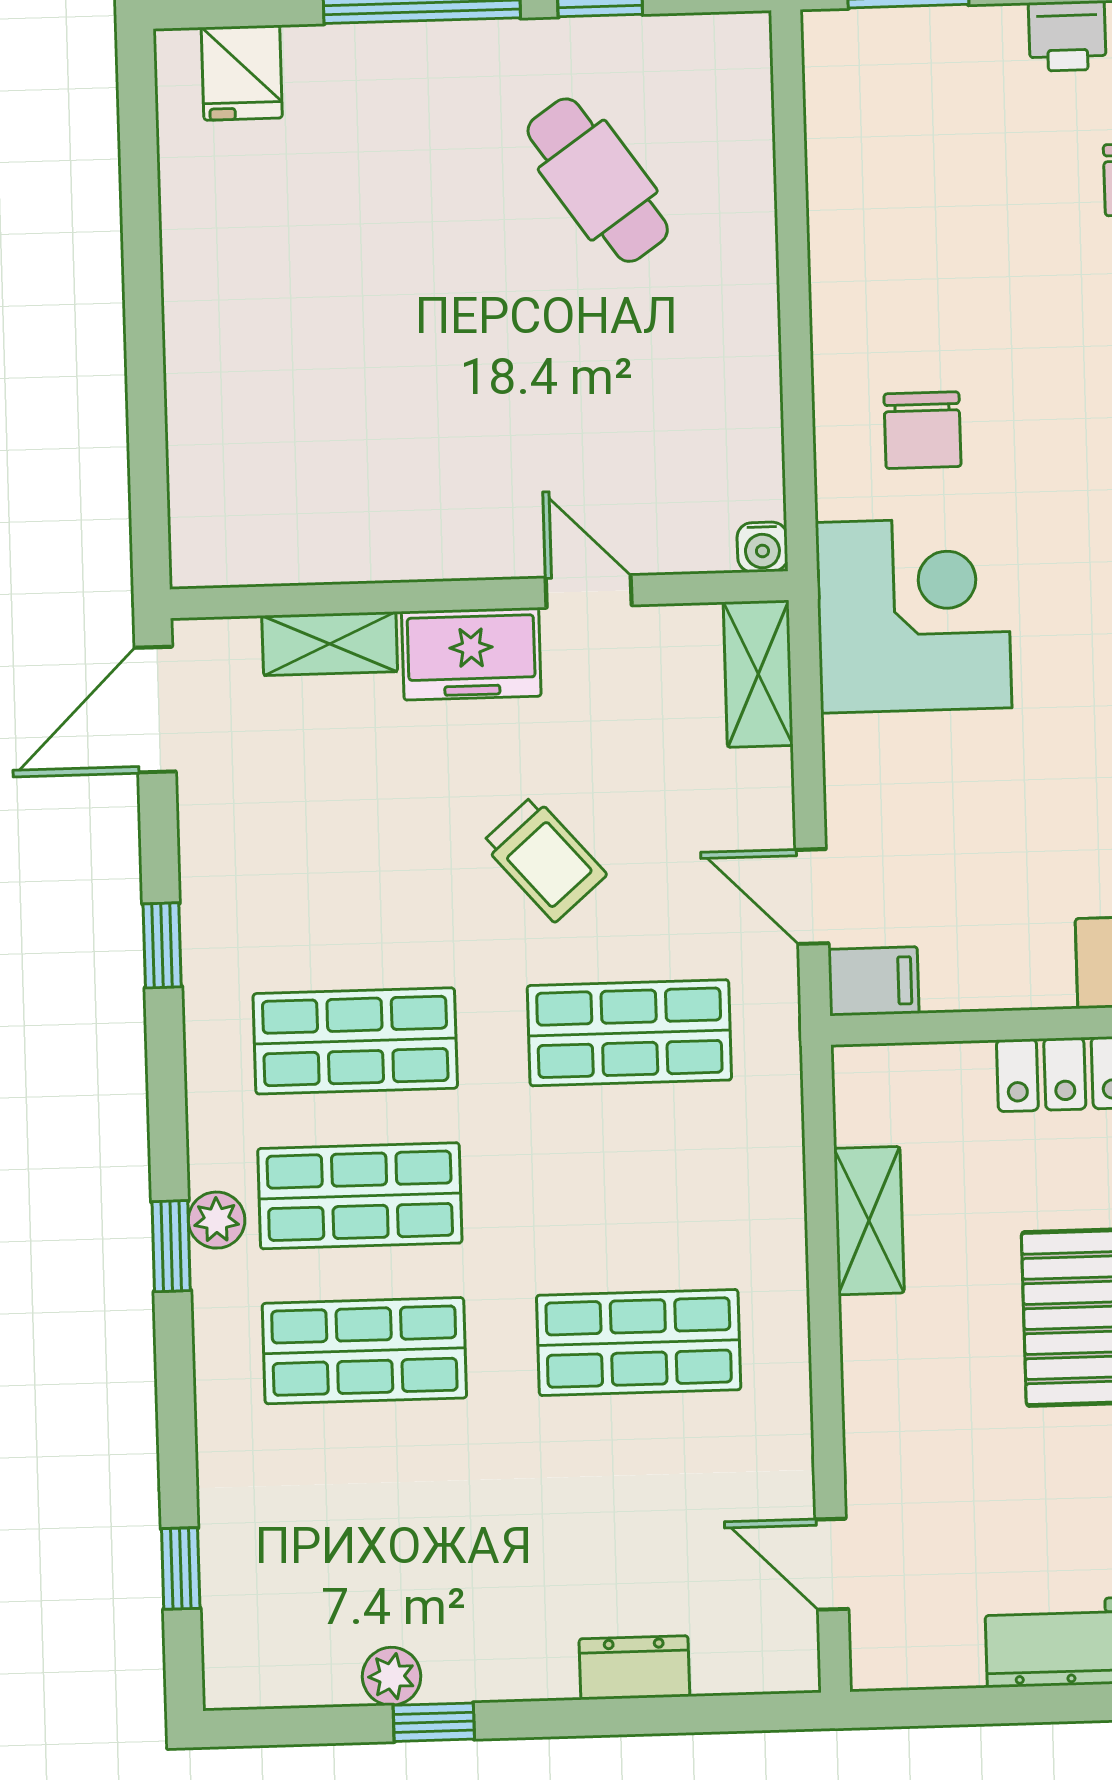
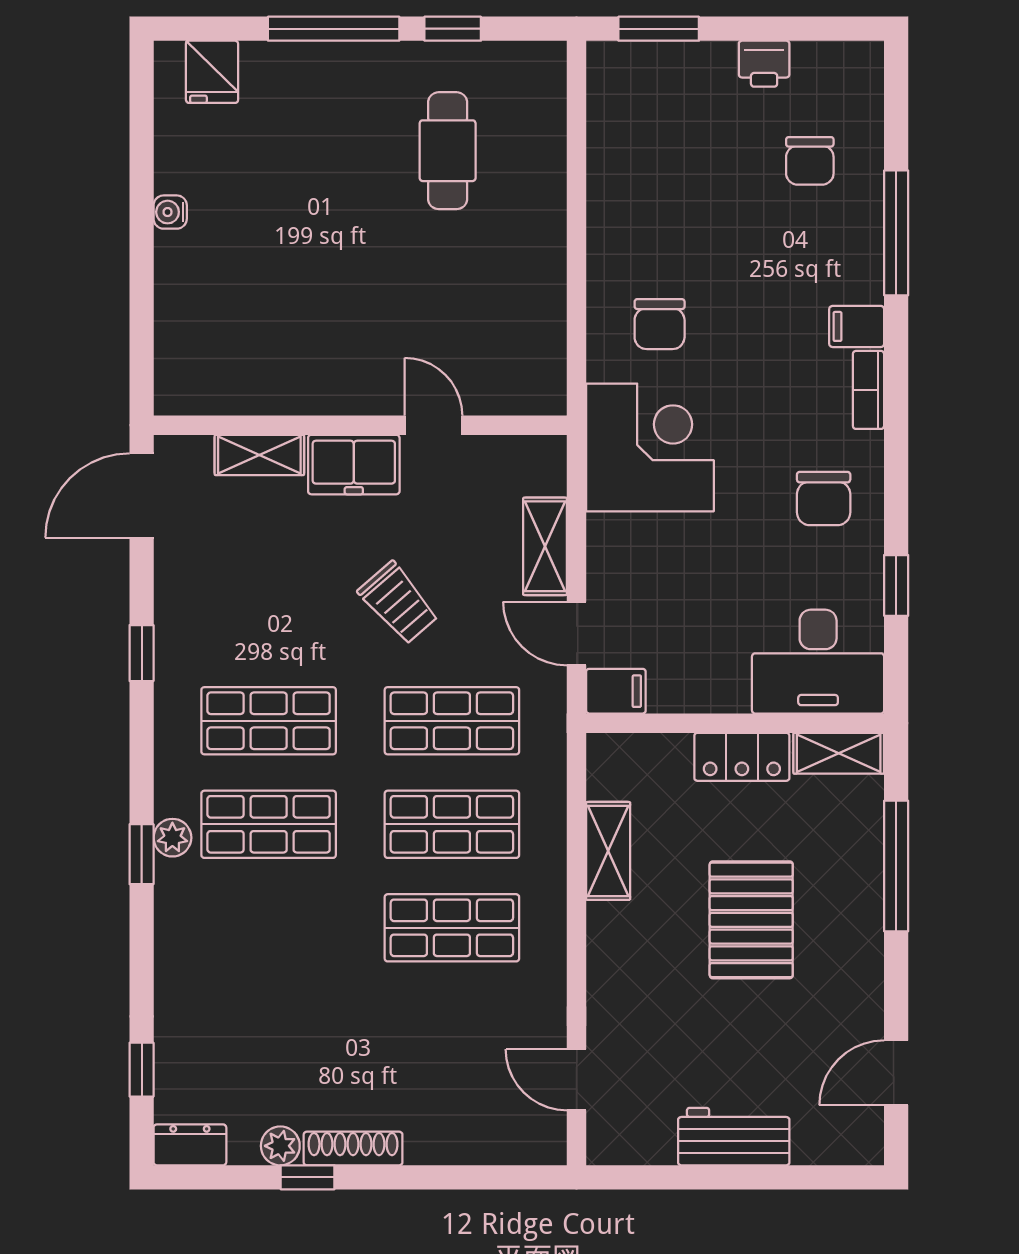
cafe table: (598, 180) -> (448, 151), turned 35
water cooler: (762, 547) -> (170, 212), moved, turned 90
shelving: (758, 674) -> (545, 546), moved
shop shelf: (364, 1351) -> (452, 824), moved
dresser: (634, 1668) -> (190, 1145), moved
shoe rack: (501, 1677) -> (353, 1149), added

